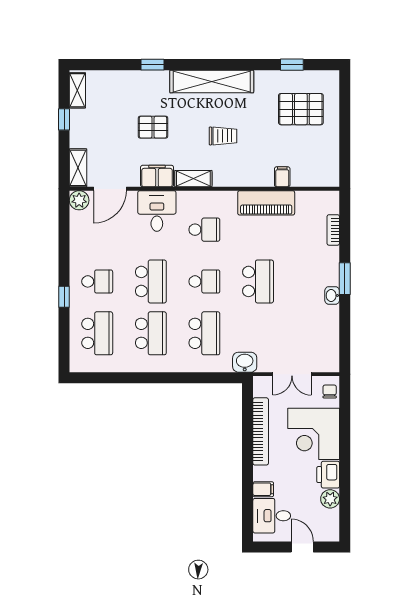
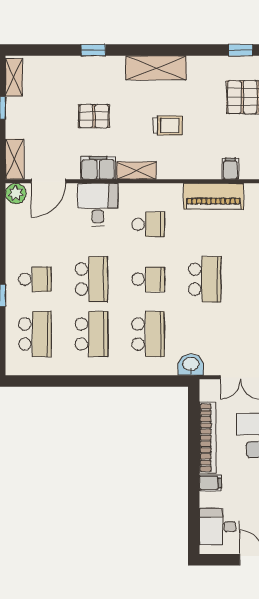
shelving: (212, 81) -> (156, 68), width x0.68
filing cabinet: (263, 489) -> (210, 483), moved

